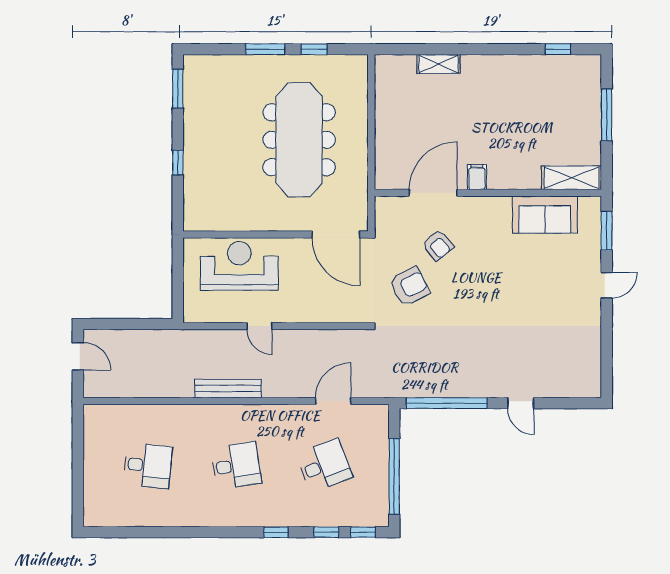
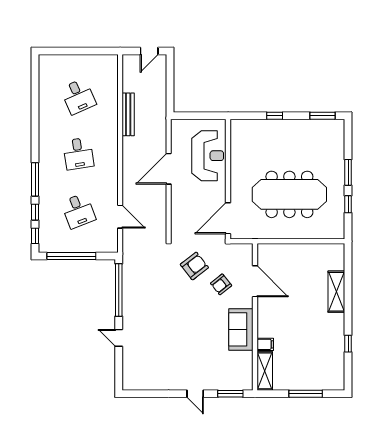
window: (558, 49) -> (348, 344), moved
shelving: (439, 64) -> (336, 292), width x1.50, depth x1.33
filing cabinet: (477, 177) -> (265, 344), moved
sofa: (545, 215) -> (241, 329), moved
armchair: (410, 286) -> (194, 266), turned -100
door: (259, 326) -> (169, 169), width x1.87
bench: (228, 389) -> (128, 114), moved
door: (521, 403) -> (119, 338), hinge flipped
desk: (148, 466) -> (78, 96), turned -30
window: (276, 532) -> (35, 179), width x2.17

